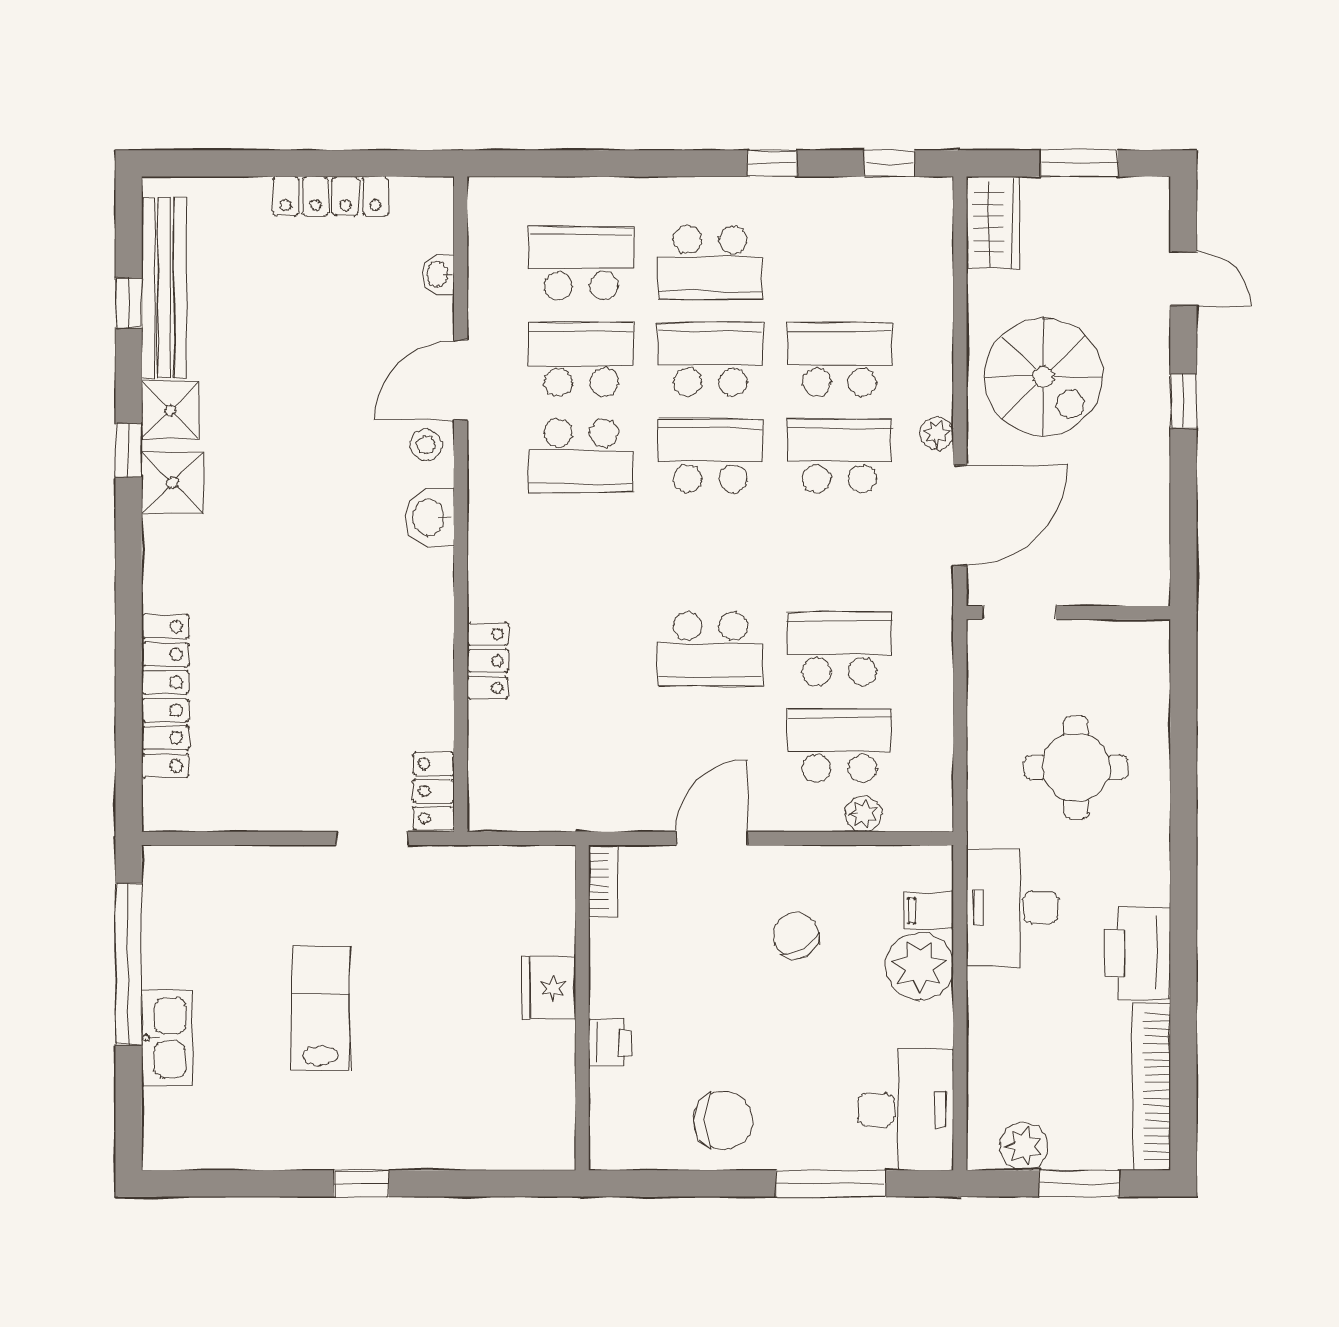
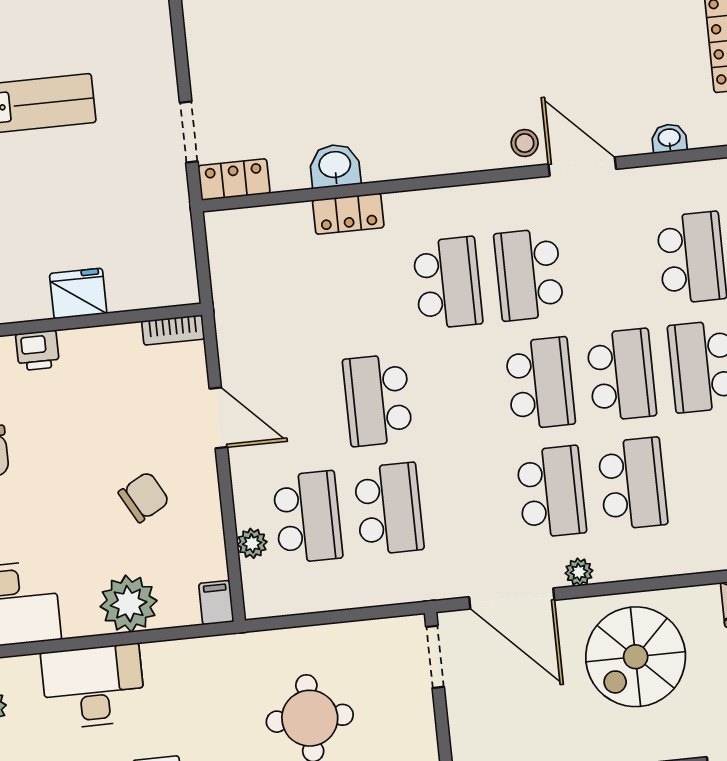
school desk: (581, 359) -> (448, 283), moved
washbasin: (430, 517) -> (335, 166), moved
desk: (1012, 907) -> (93, 686), moved
filing cabinet: (929, 911) -> (216, 603), moved

